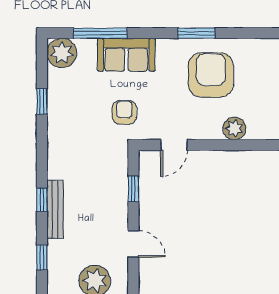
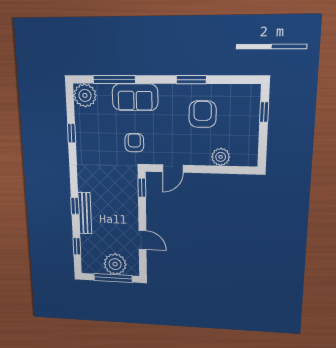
armchair: (211, 75) -> (203, 114), width x0.73, depth x0.73
window: (133, 189) -> (142, 188), moved

